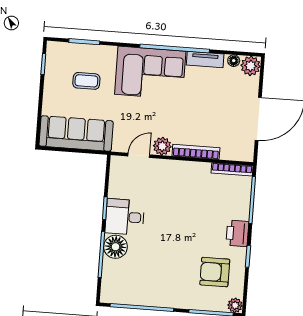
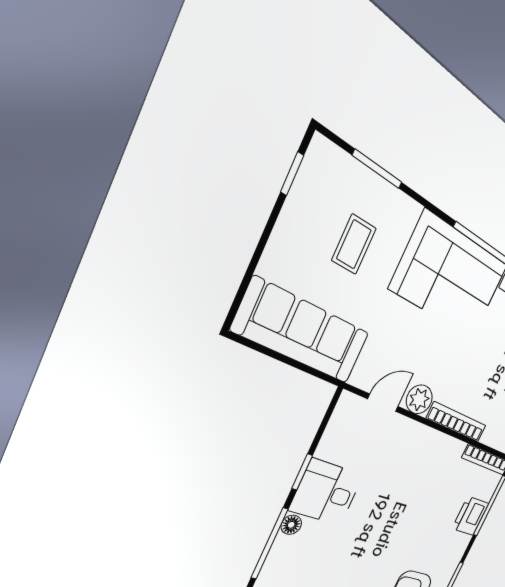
coffee table: (86, 81) -> (354, 244), turned 90
printer: (237, 233) -> (470, 516), moved
floor lamp: (116, 247) -> (291, 525), width x0.53, depth x0.53

